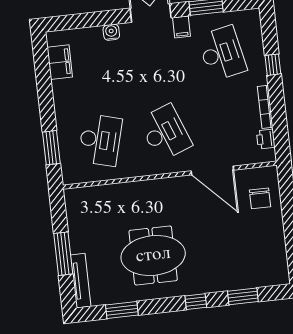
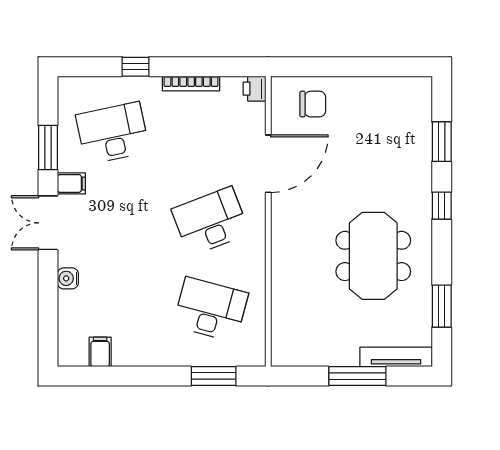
filing cabinet: (60, 62) -> (100, 352), width x0.50
printer: (266, 139) -> (255, 89), moved, turned 90

